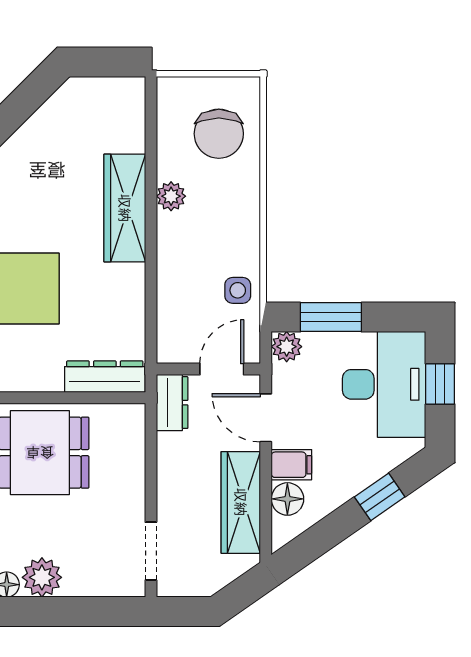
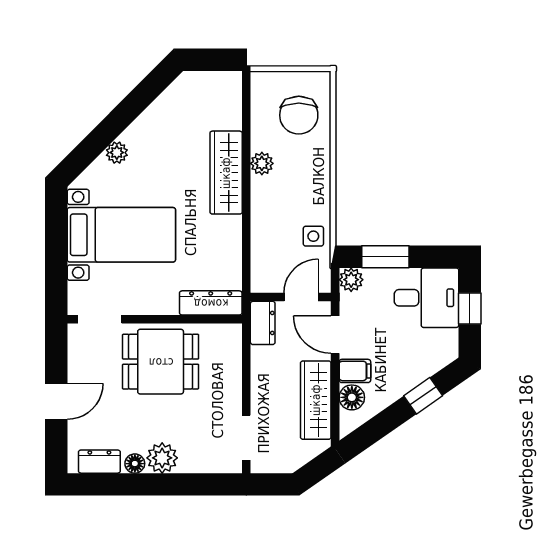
desk: (384, 384) -> (426, 298), width x0.73

